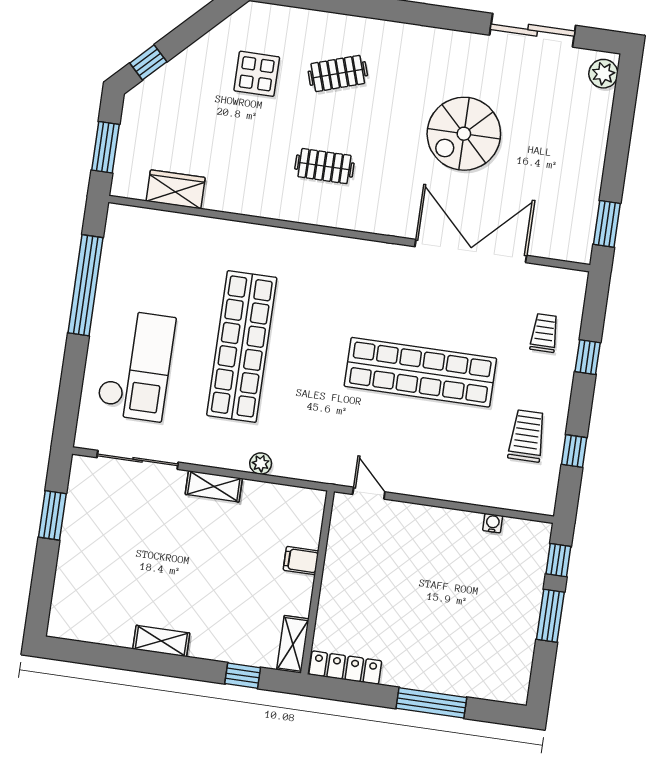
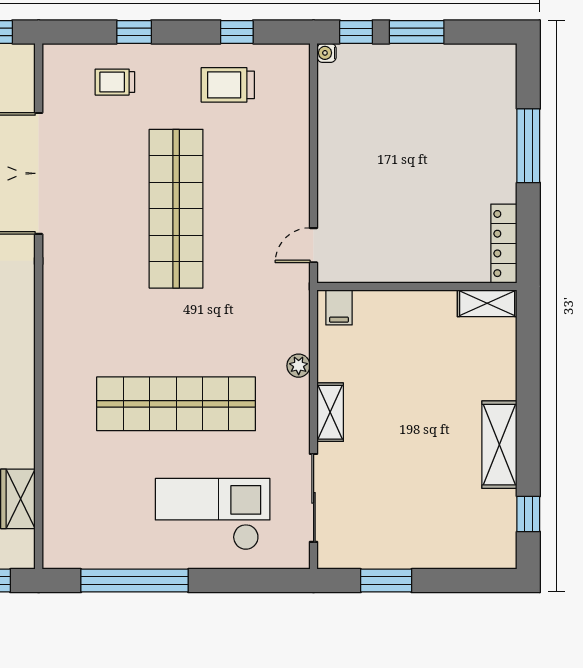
water cooler: (493, 523) -> (327, 53), moved
filing cabinet: (301, 561) -> (339, 307), moved
shelving: (161, 641) -> (499, 445), width x1.50, depth x1.33
window: (243, 676) -> (528, 514), moved

